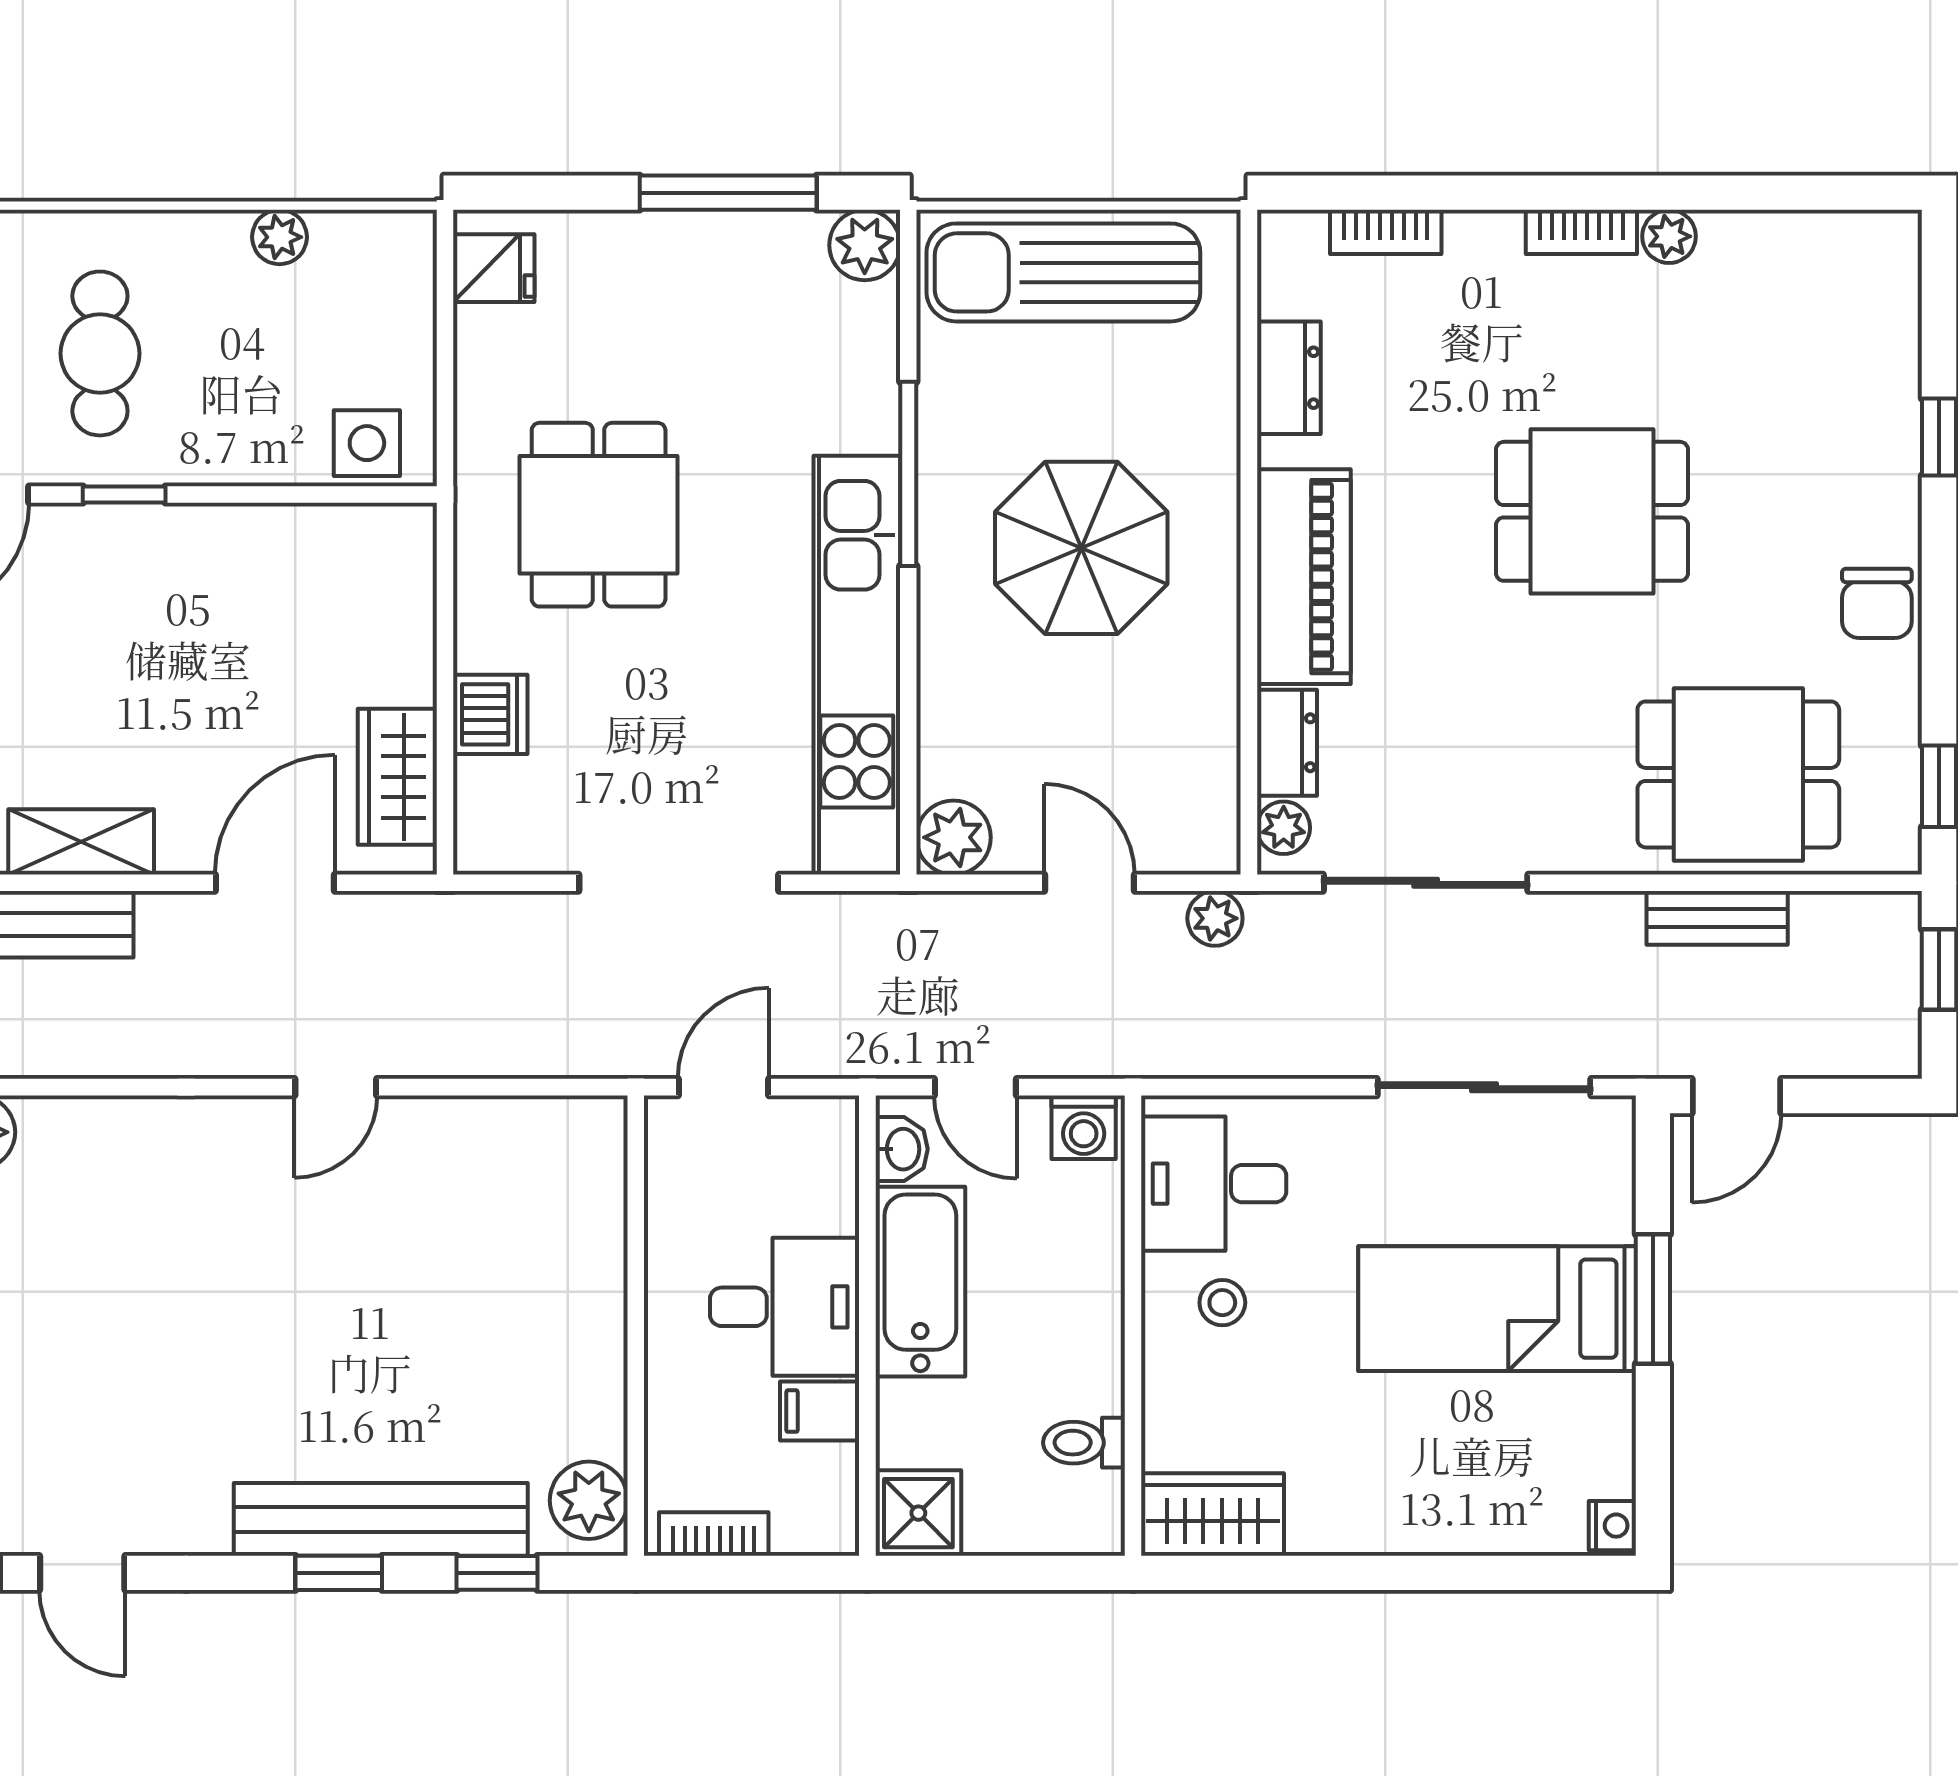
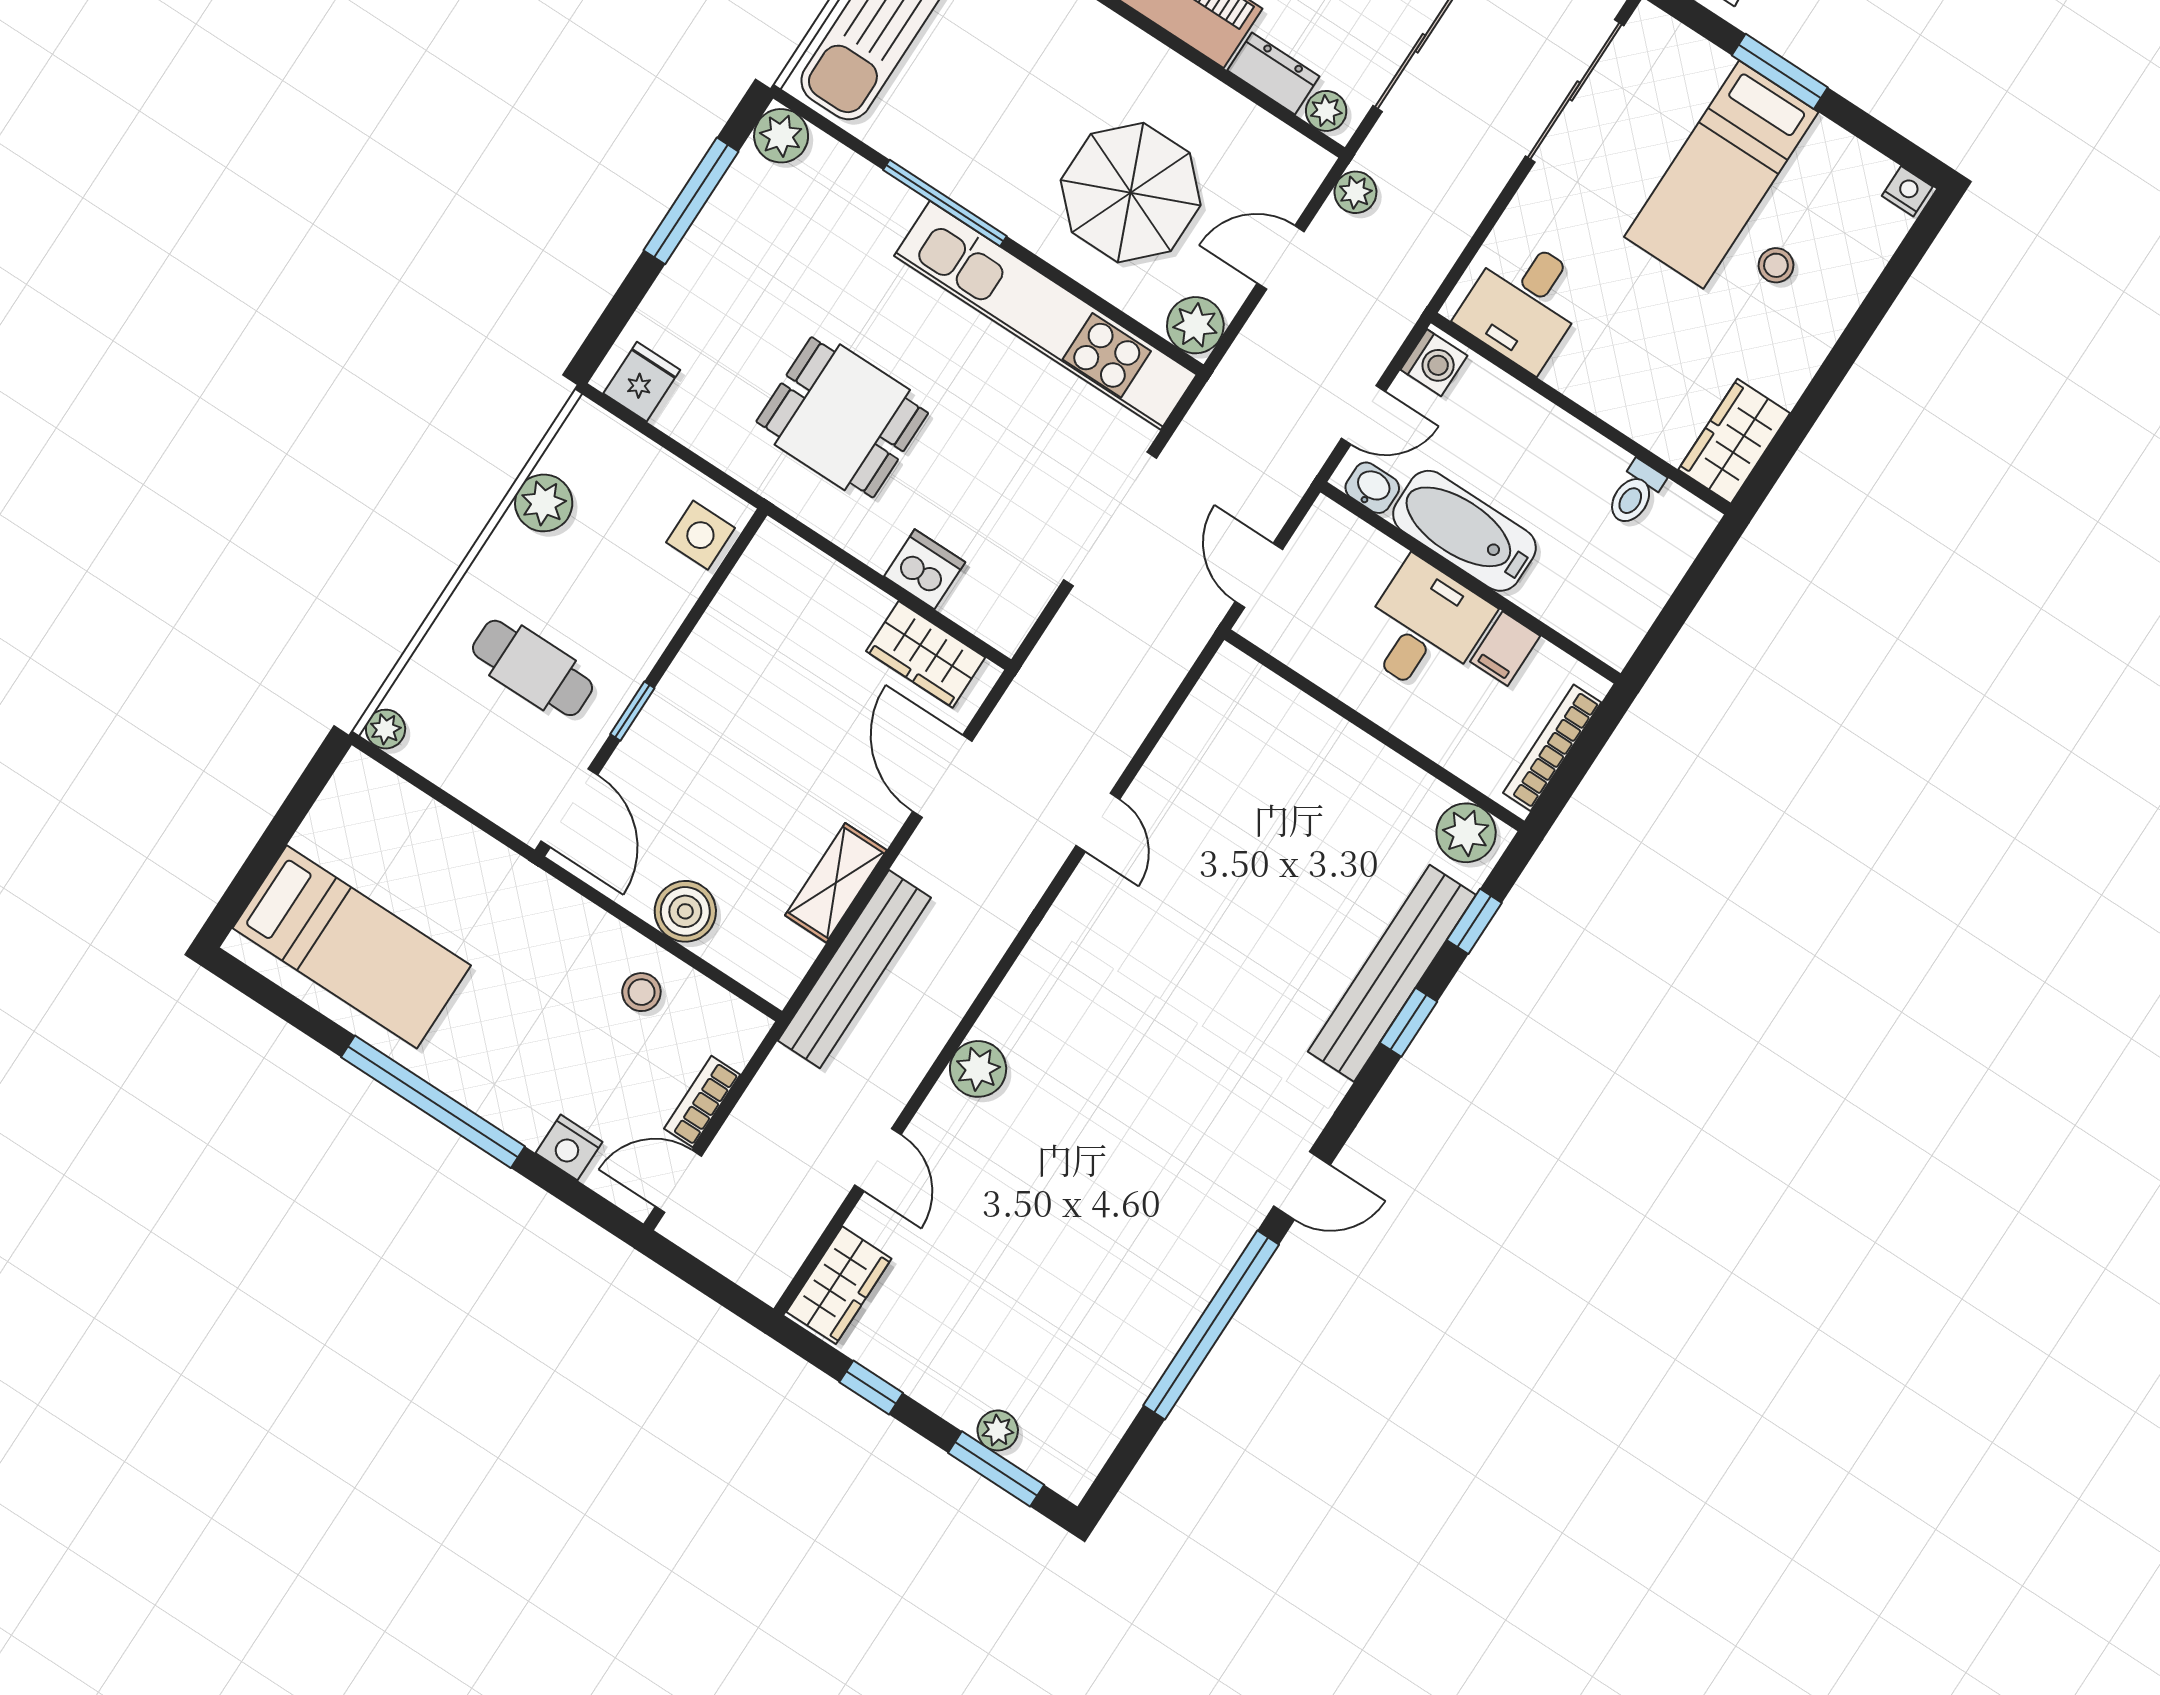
plant: (279, 237) -> (544, 503), width x1.38, depth x1.38
parasol: (1081, 548) -> (1131, 193), moved
stool: (1222, 1303) -> (1776, 265), moved
shower: (918, 1513) -> (1611, 628), removed
bookcase: (714, 1534) -> (1552, 748), width x1.56

